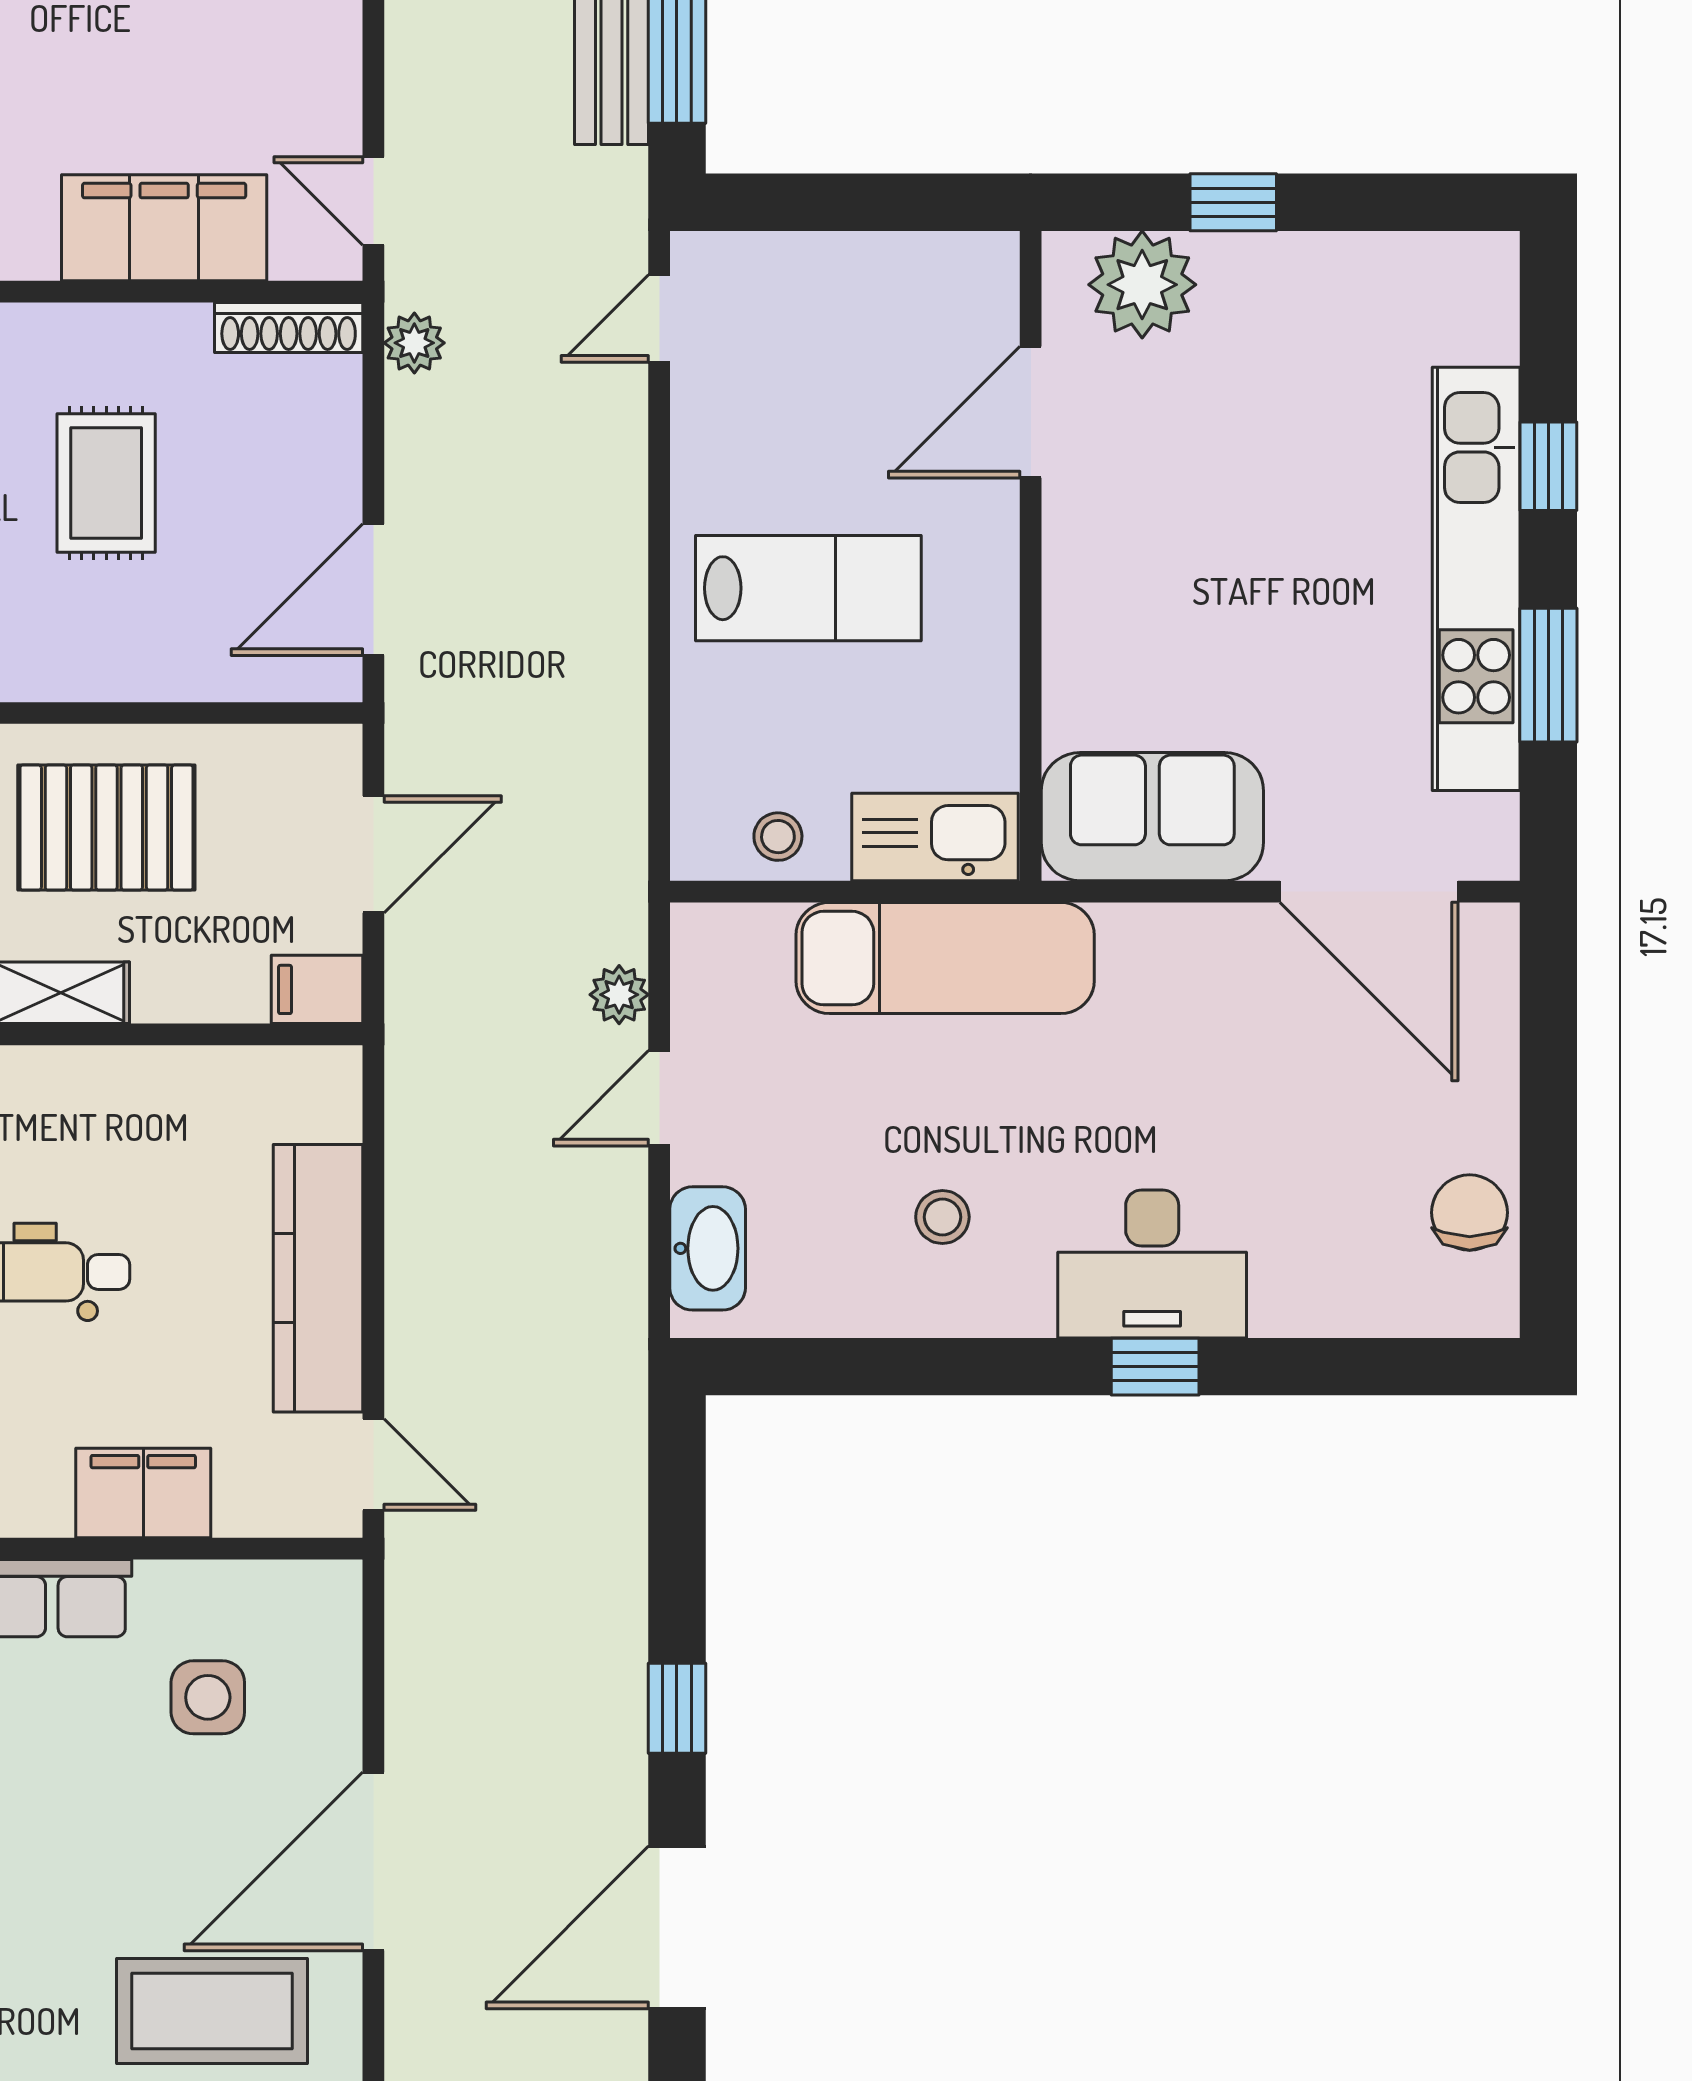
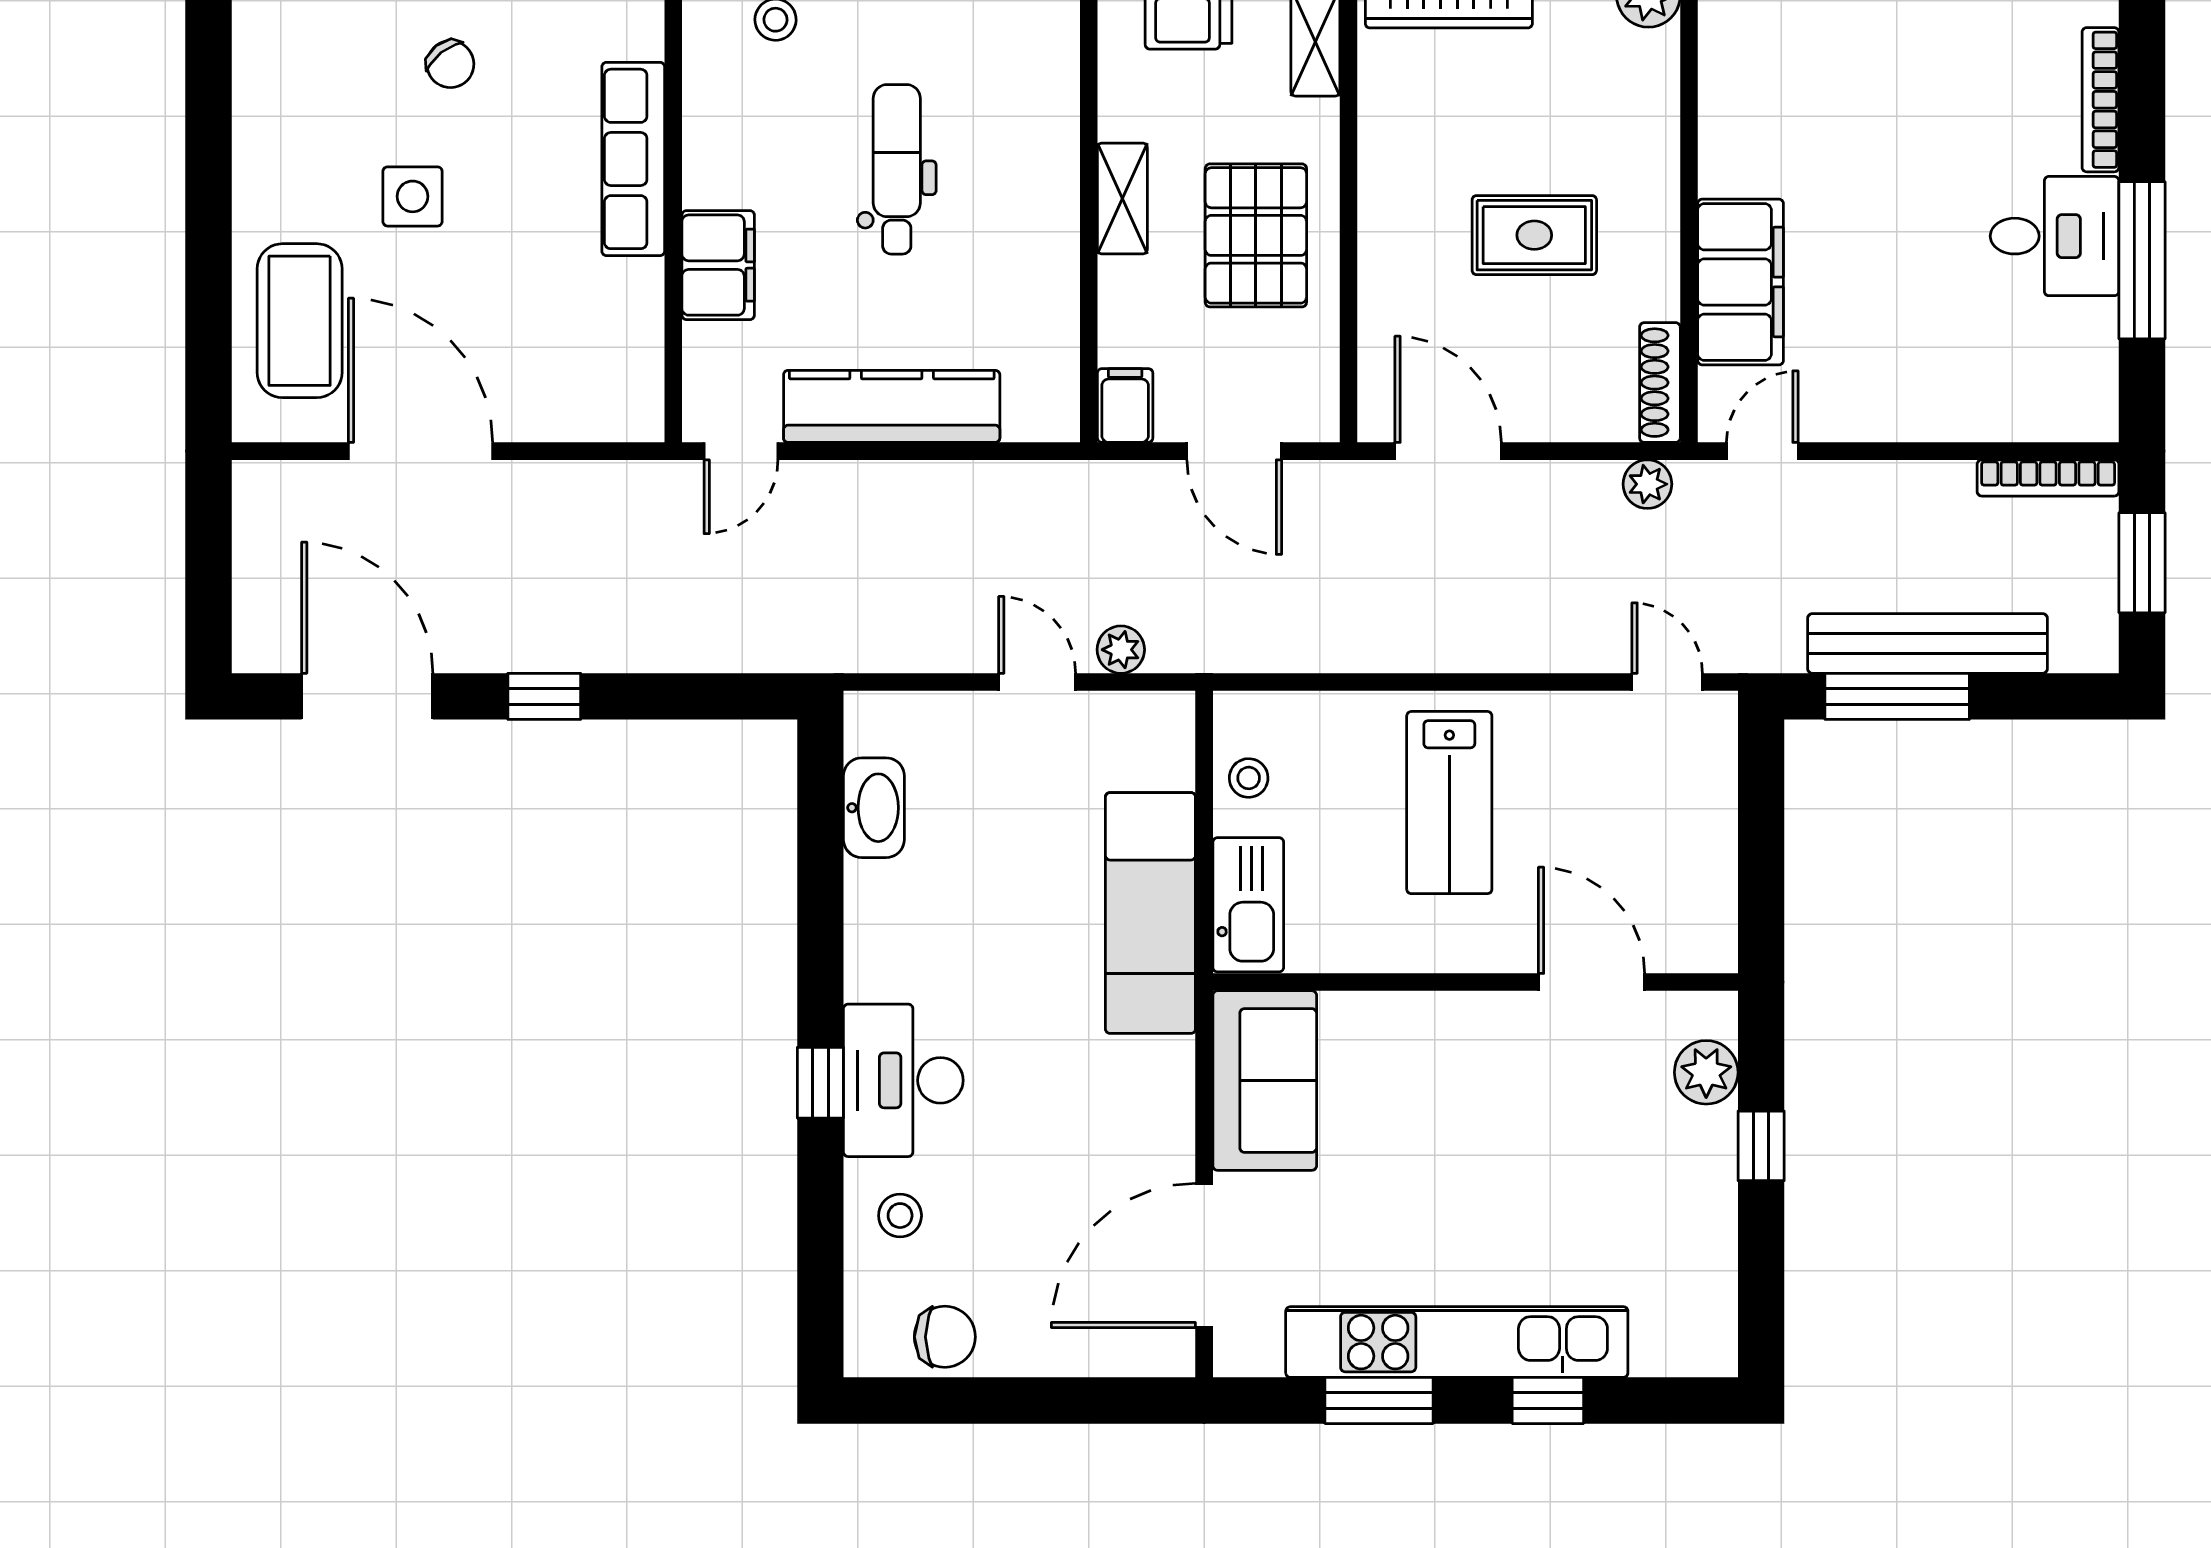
plant: (1142, 285) -> (1706, 1072), width x0.73, depth x0.73
stool: (942, 1217) -> (900, 1216), moved
washbasin: (708, 1248) -> (874, 808), moved, turned -90
side table: (208, 1697) -> (413, 196), moved

